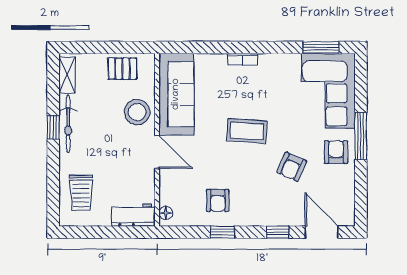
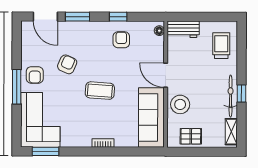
window: (278, 232) -> (77, 17), width x1.50

